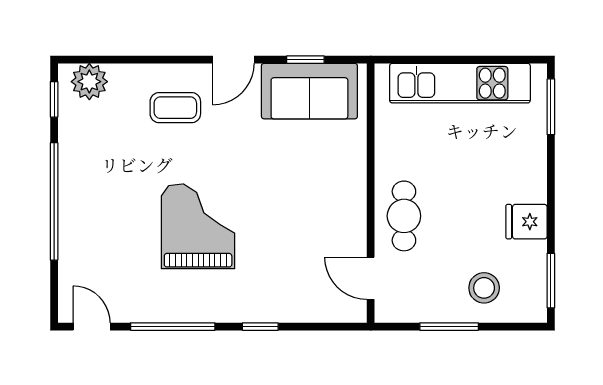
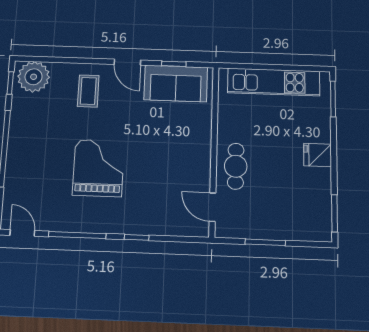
door: (233, 60) -> (127, 62), hinge flipped
plant: (89, 82) -> (34, 77), width x1.36, depth x1.36
coffee table: (175, 108) -> (88, 91), turned 90
fridge: (526, 222) -> (318, 155), moved
stool: (484, 288) -> (289, 217), removed

